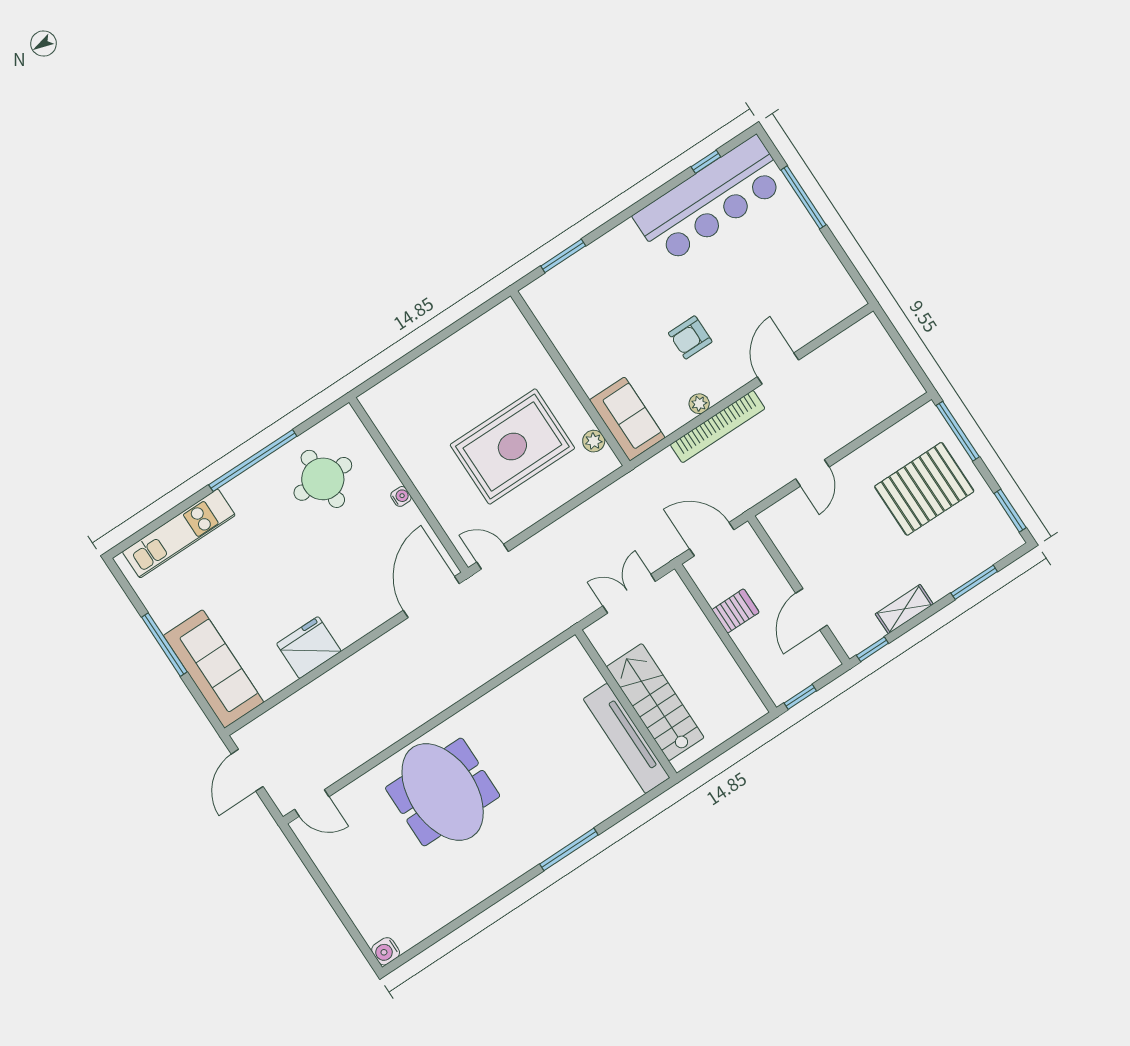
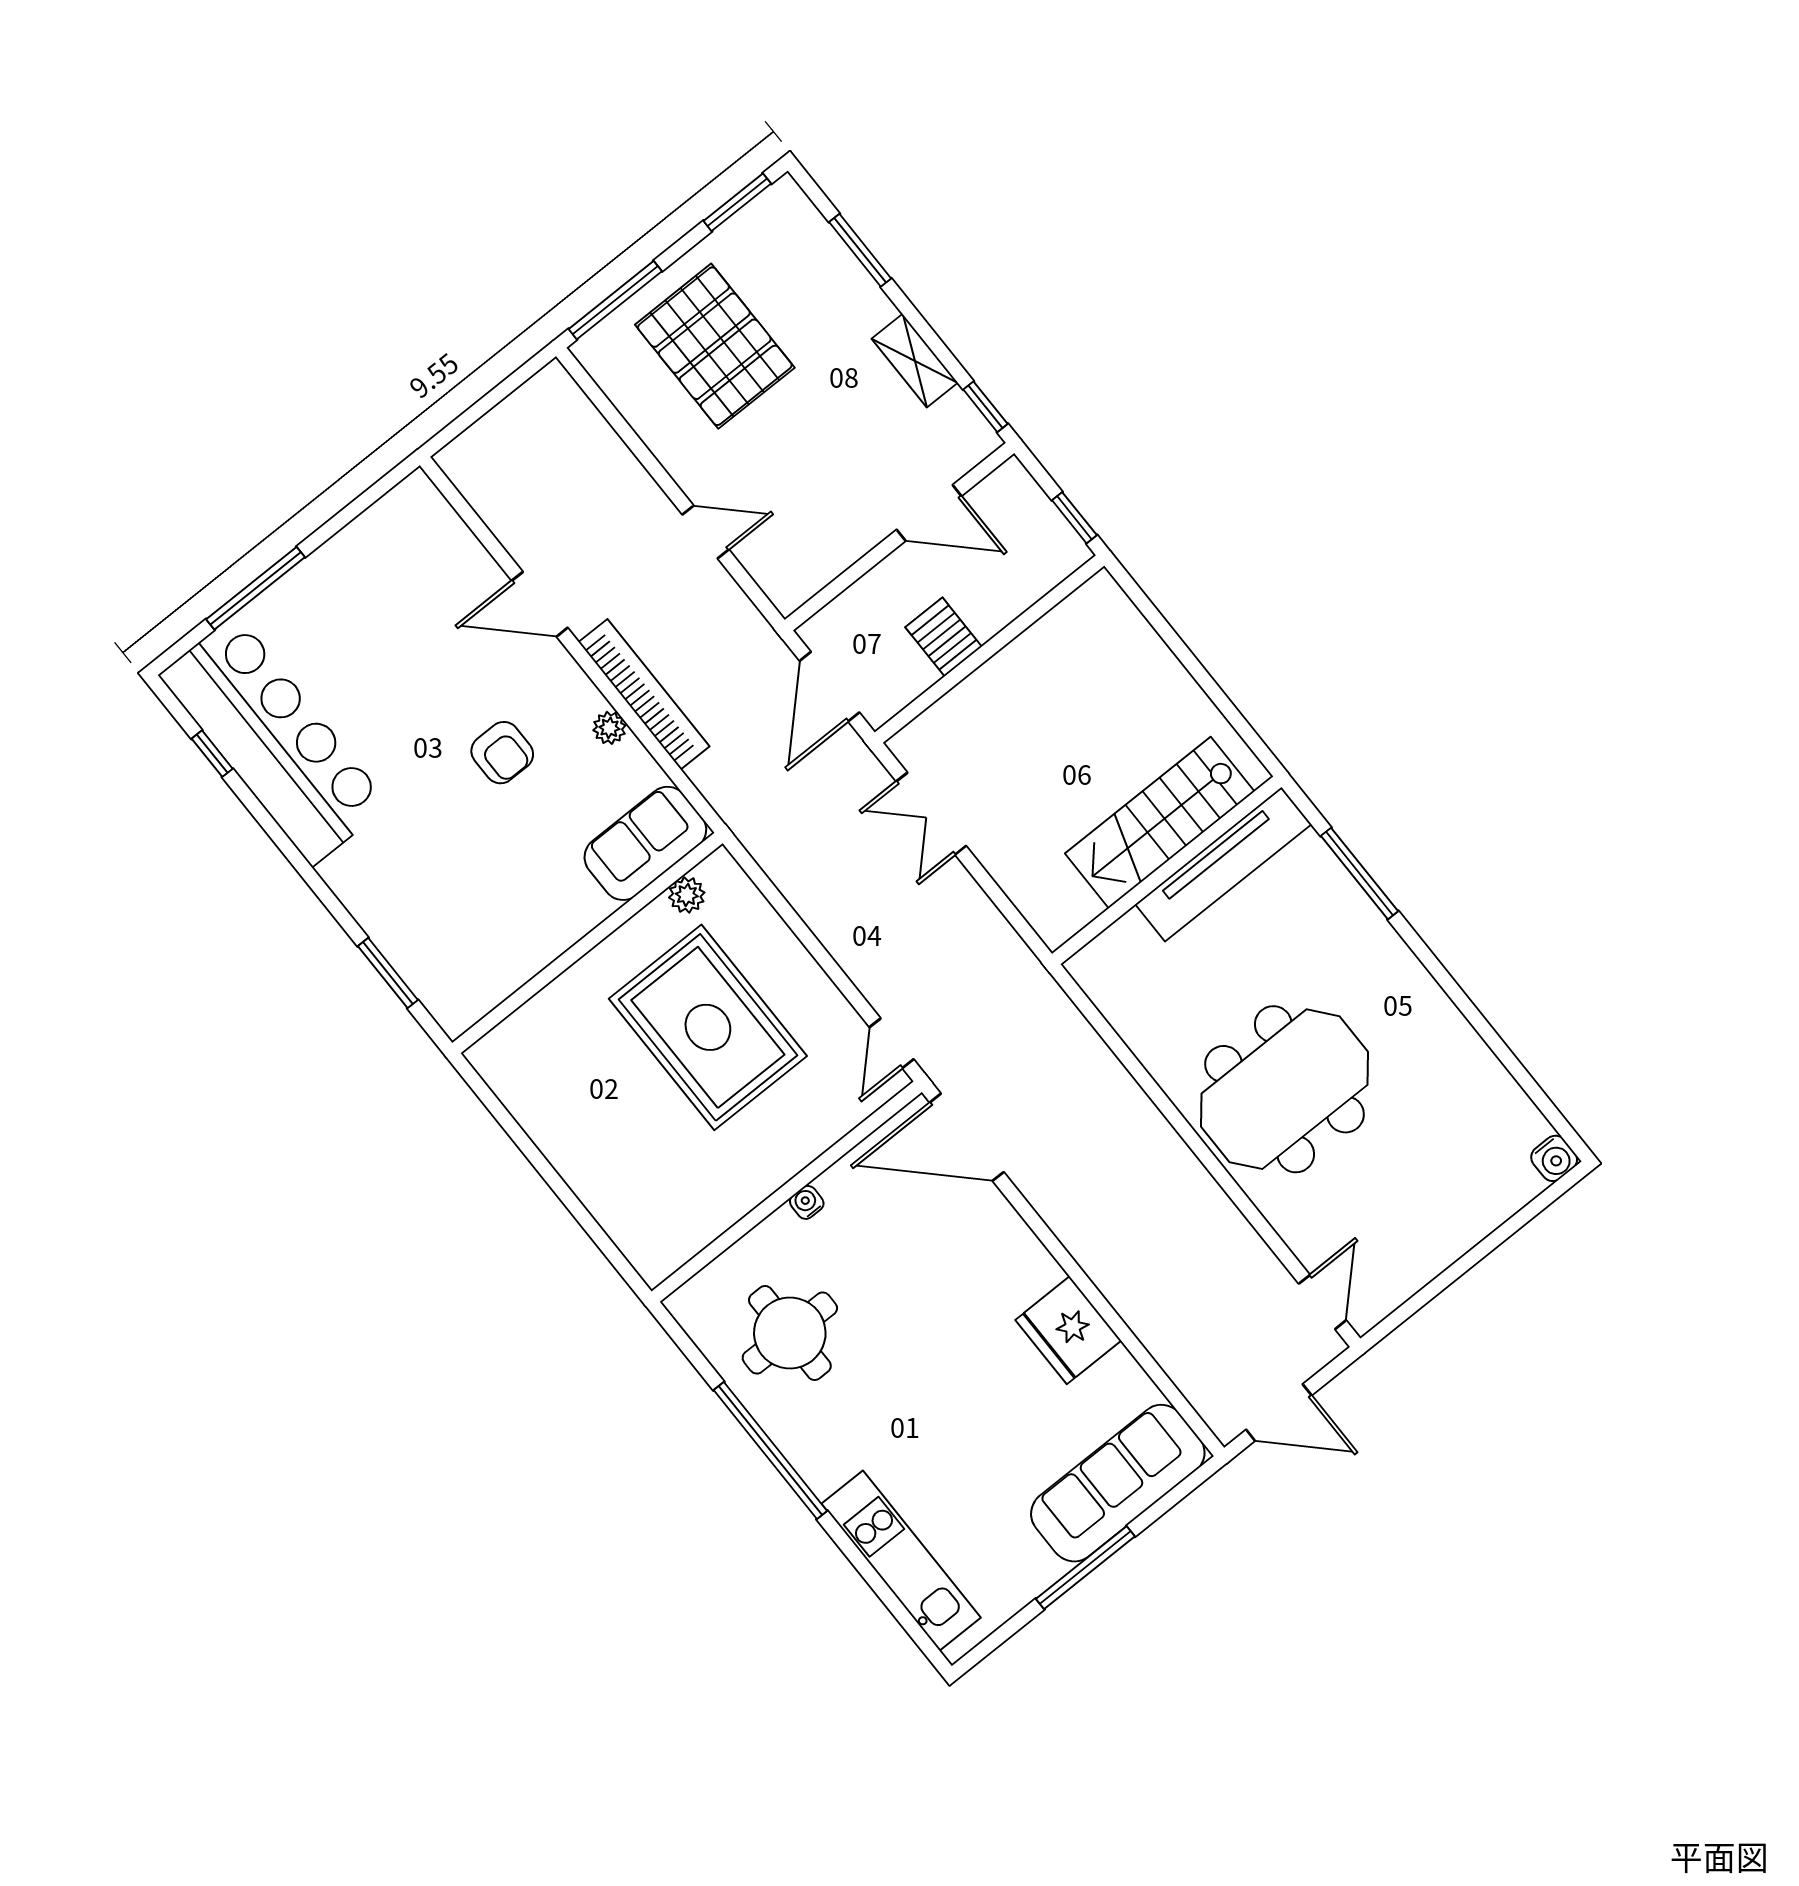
stairs: (655, 702) -> (1160, 823), moved
wall: (626, 704) -> (1167, 870), moved
tv unit: (626, 738) -> (1223, 864), moved

